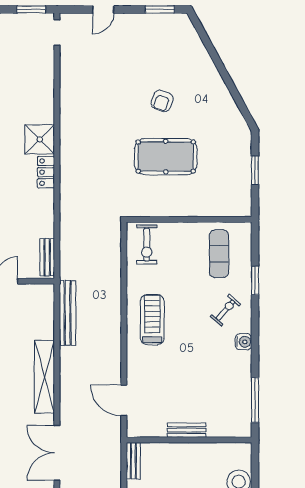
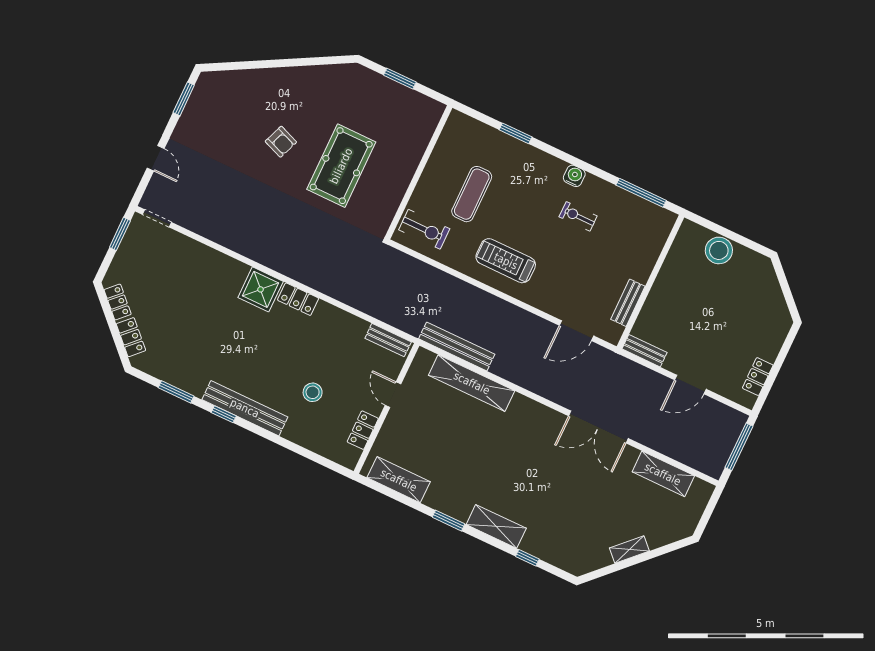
exercise mat: (219, 254) -> (472, 194), moved, turned 90
exercise bike: (226, 310) -> (578, 216), moved, turned -41
shelving: (44, 377) -> (472, 383), moved
bench: (187, 430) -> (628, 303), moved

